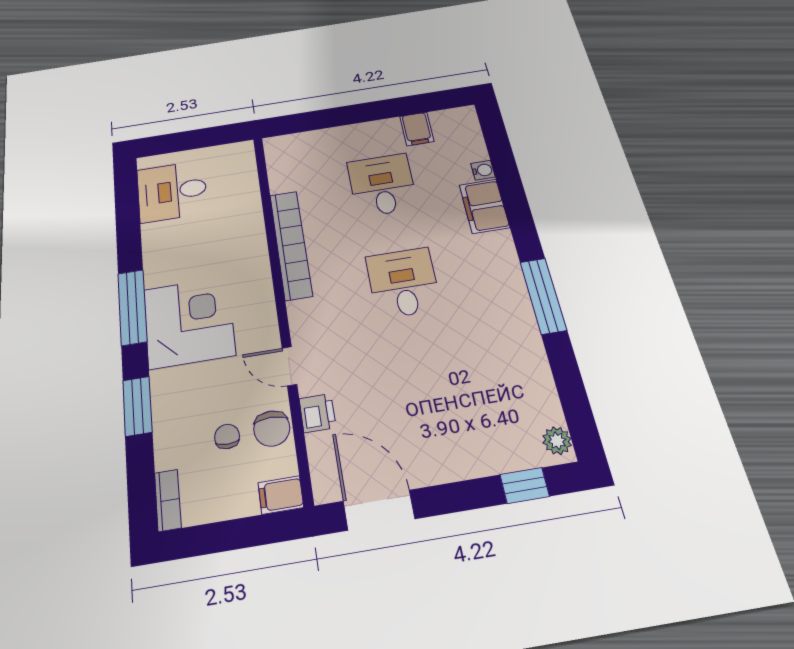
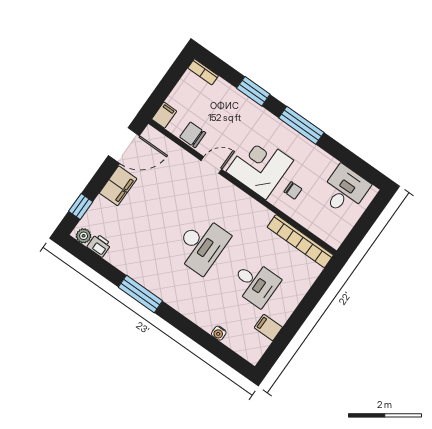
filing cabinet: (484, 206) -> (118, 186), moved, turned 90
bookcase: (291, 244) -> (300, 241), moved
desk: (403, 283) -> (202, 245), width x1.37
corner desk: (189, 322) -> (260, 166), moved, turned 180
printer: (317, 413) -> (99, 245), moved, turned 180
chair: (227, 436) -> (293, 190), moved

